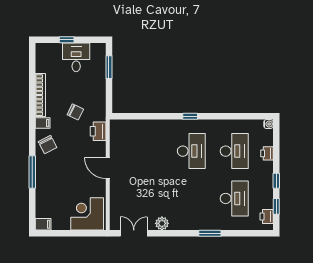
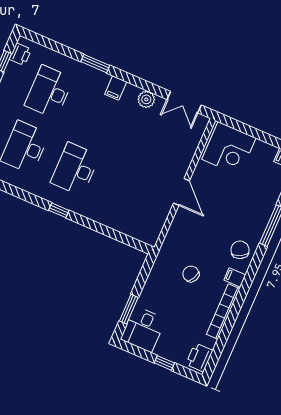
desk: (76, 57) -> (143, 329), moved
printer: (98, 131) -> (199, 357), moved, turned 180
filing cabinet: (187, 222) -> (116, 88), added

